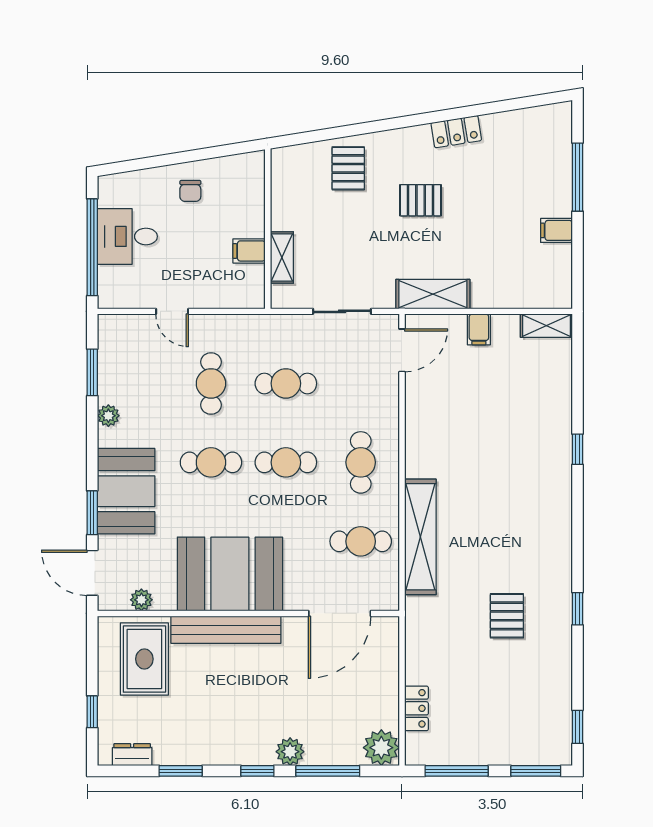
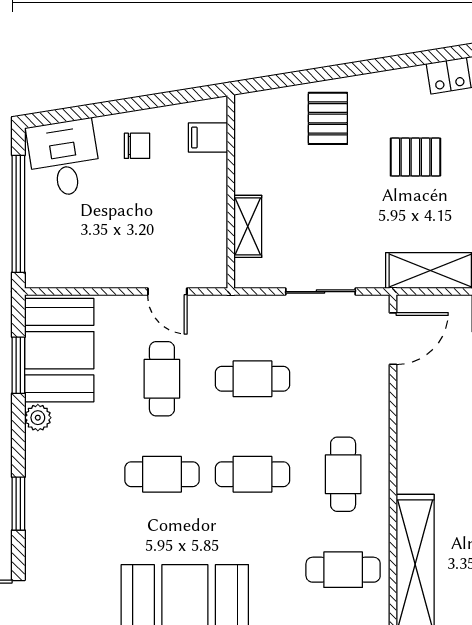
chair: (190, 191) -> (137, 146), turned -90
desk: (127, 236) -> (64, 158), moved, turned 81
filing cabinet: (249, 251) -> (208, 138), moved
door: (172, 311) -> (167, 292), moved
booth: (126, 491) -> (59, 350), moved
window: (92, 513) -> (18, 504), moved

